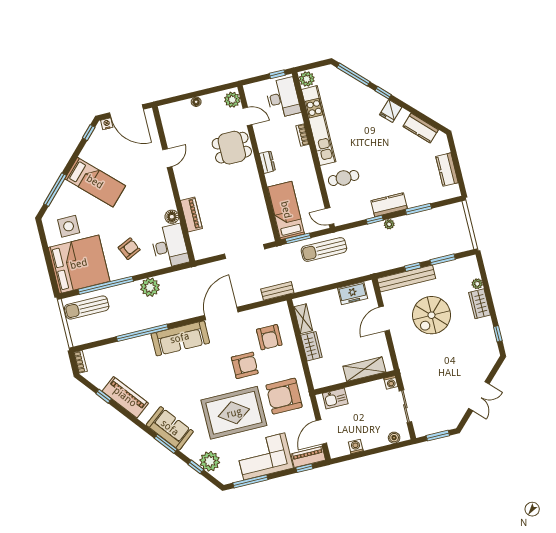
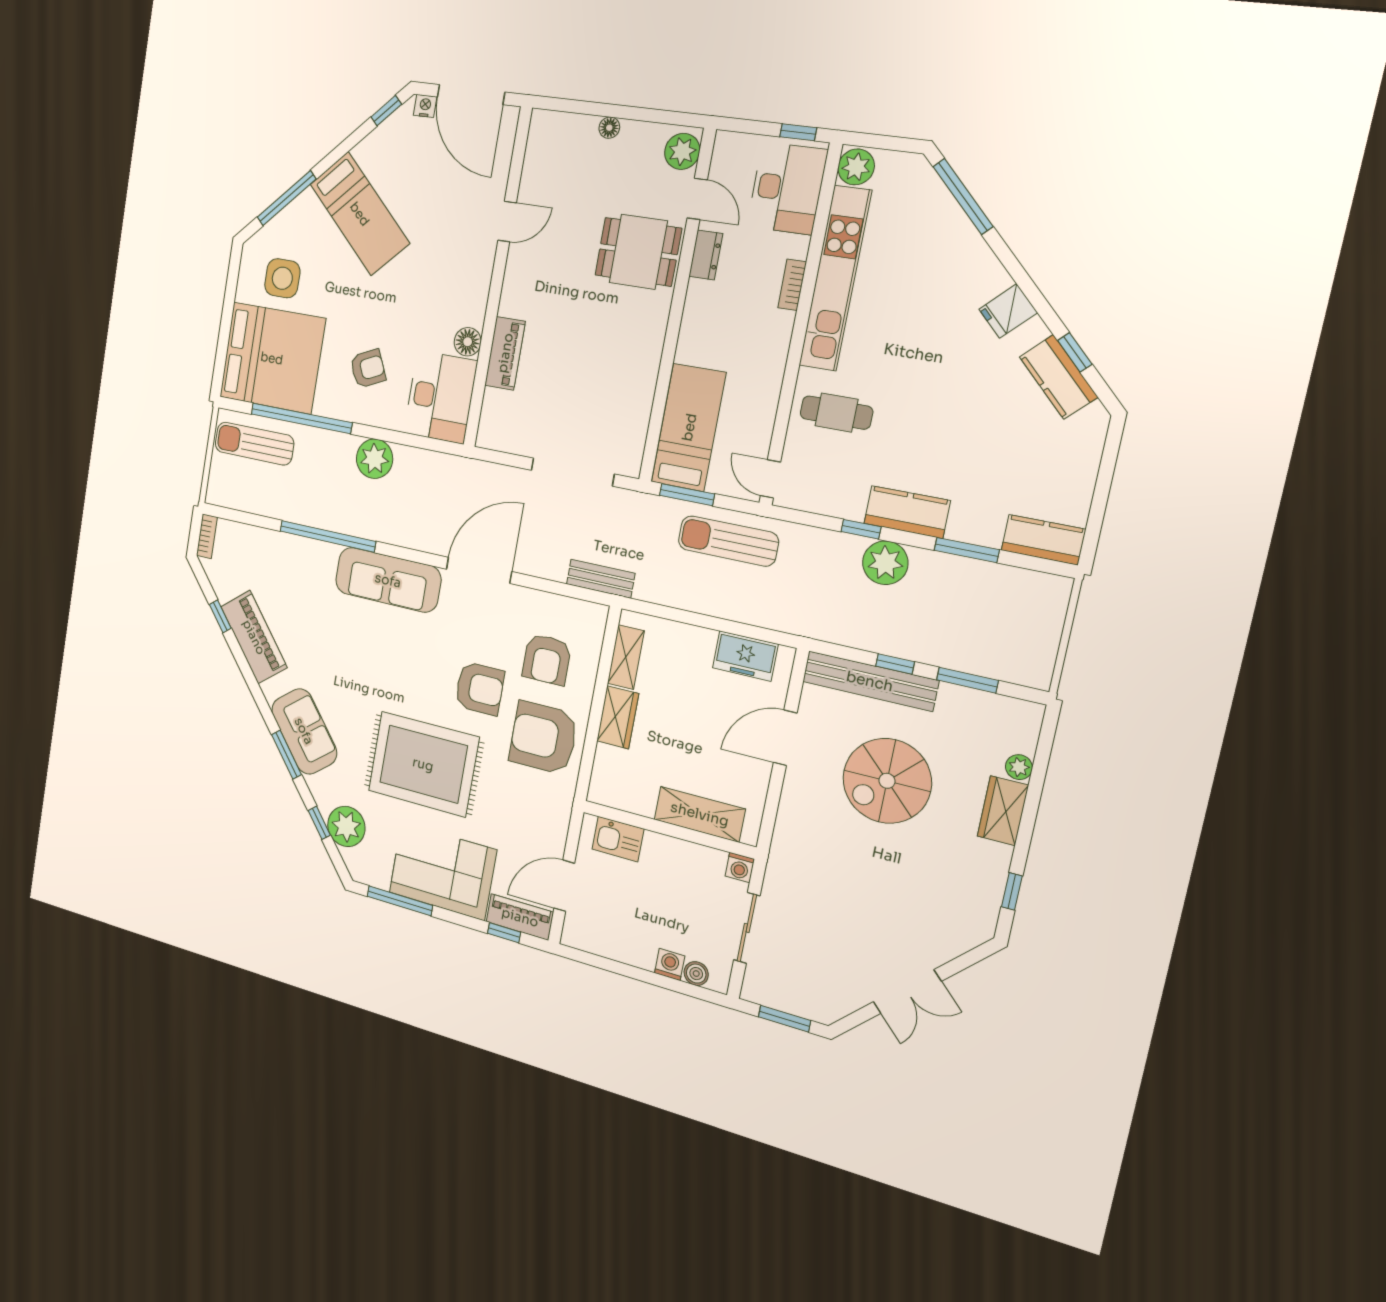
window: (383, 93) -> (1075, 352), moved
dresser: (267, 162) -> (706, 255), moved
kitchen counter: (447, 170) -> (1043, 540), moved, turned 90
plant: (389, 224) -> (885, 563), width x1.88, depth x1.88
armchair: (284, 396) -> (543, 738), moved
washing machine: (356, 446) -> (670, 964), moved

